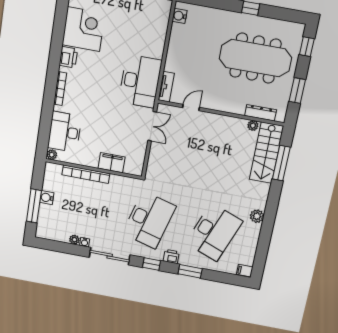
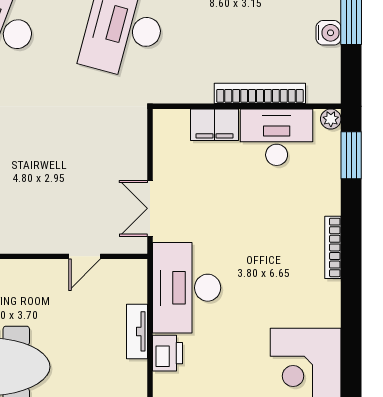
printer: (68, 57) -> (167, 353), moved, turned 180
tv unit: (166, 87) -> (137, 331), moved
desk: (65, 132) -> (277, 137), moved, turned -90
window: (44, 134) -> (351, 155), added

